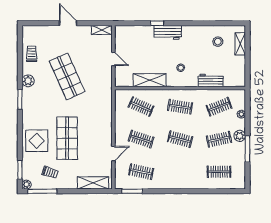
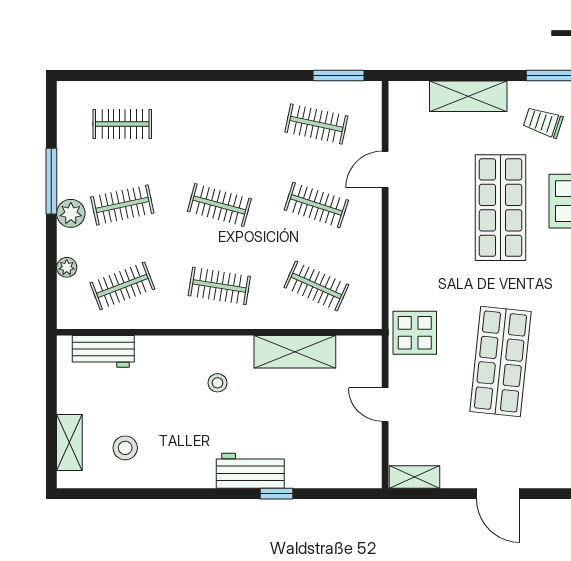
shop shelf: (67, 76) -> (500, 361), turned 30
workbench: (211, 80) -> (103, 351), moved
display table: (102, 88) -> (415, 333), added
shelving: (93, 183) -> (468, 96), moved

